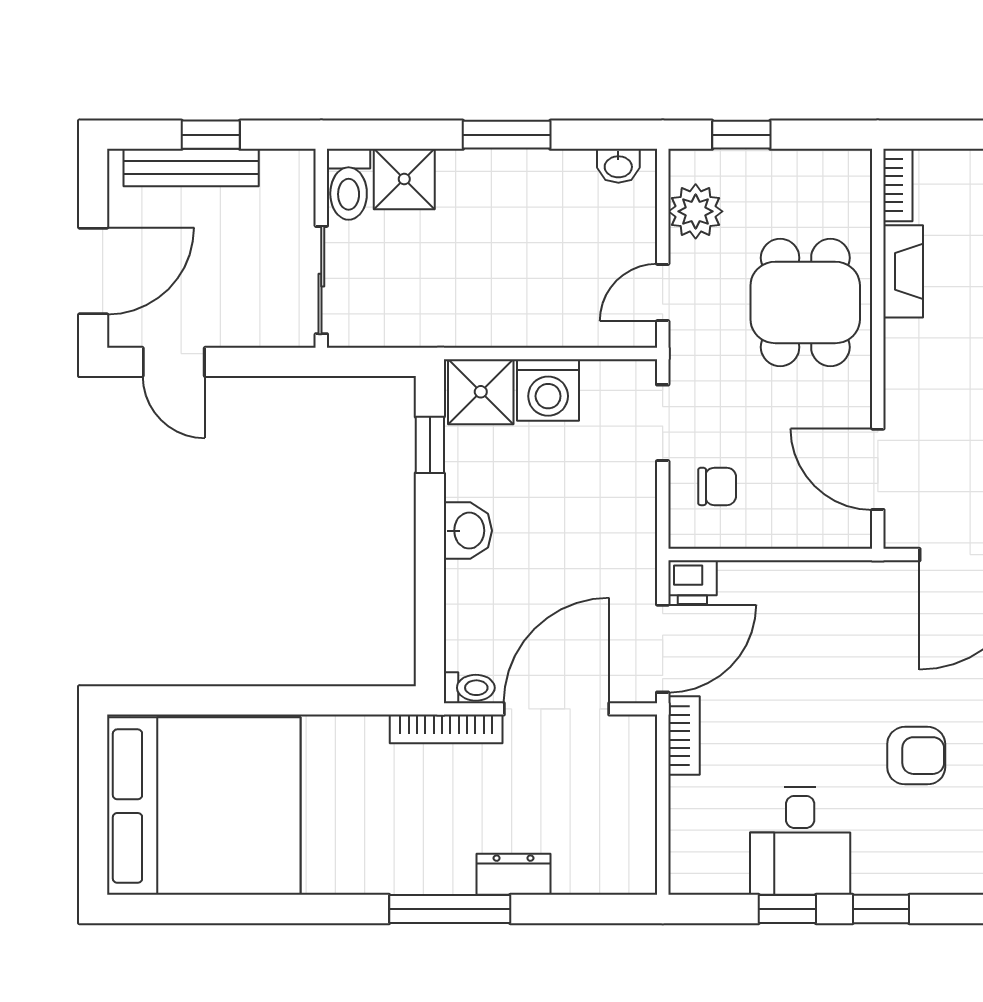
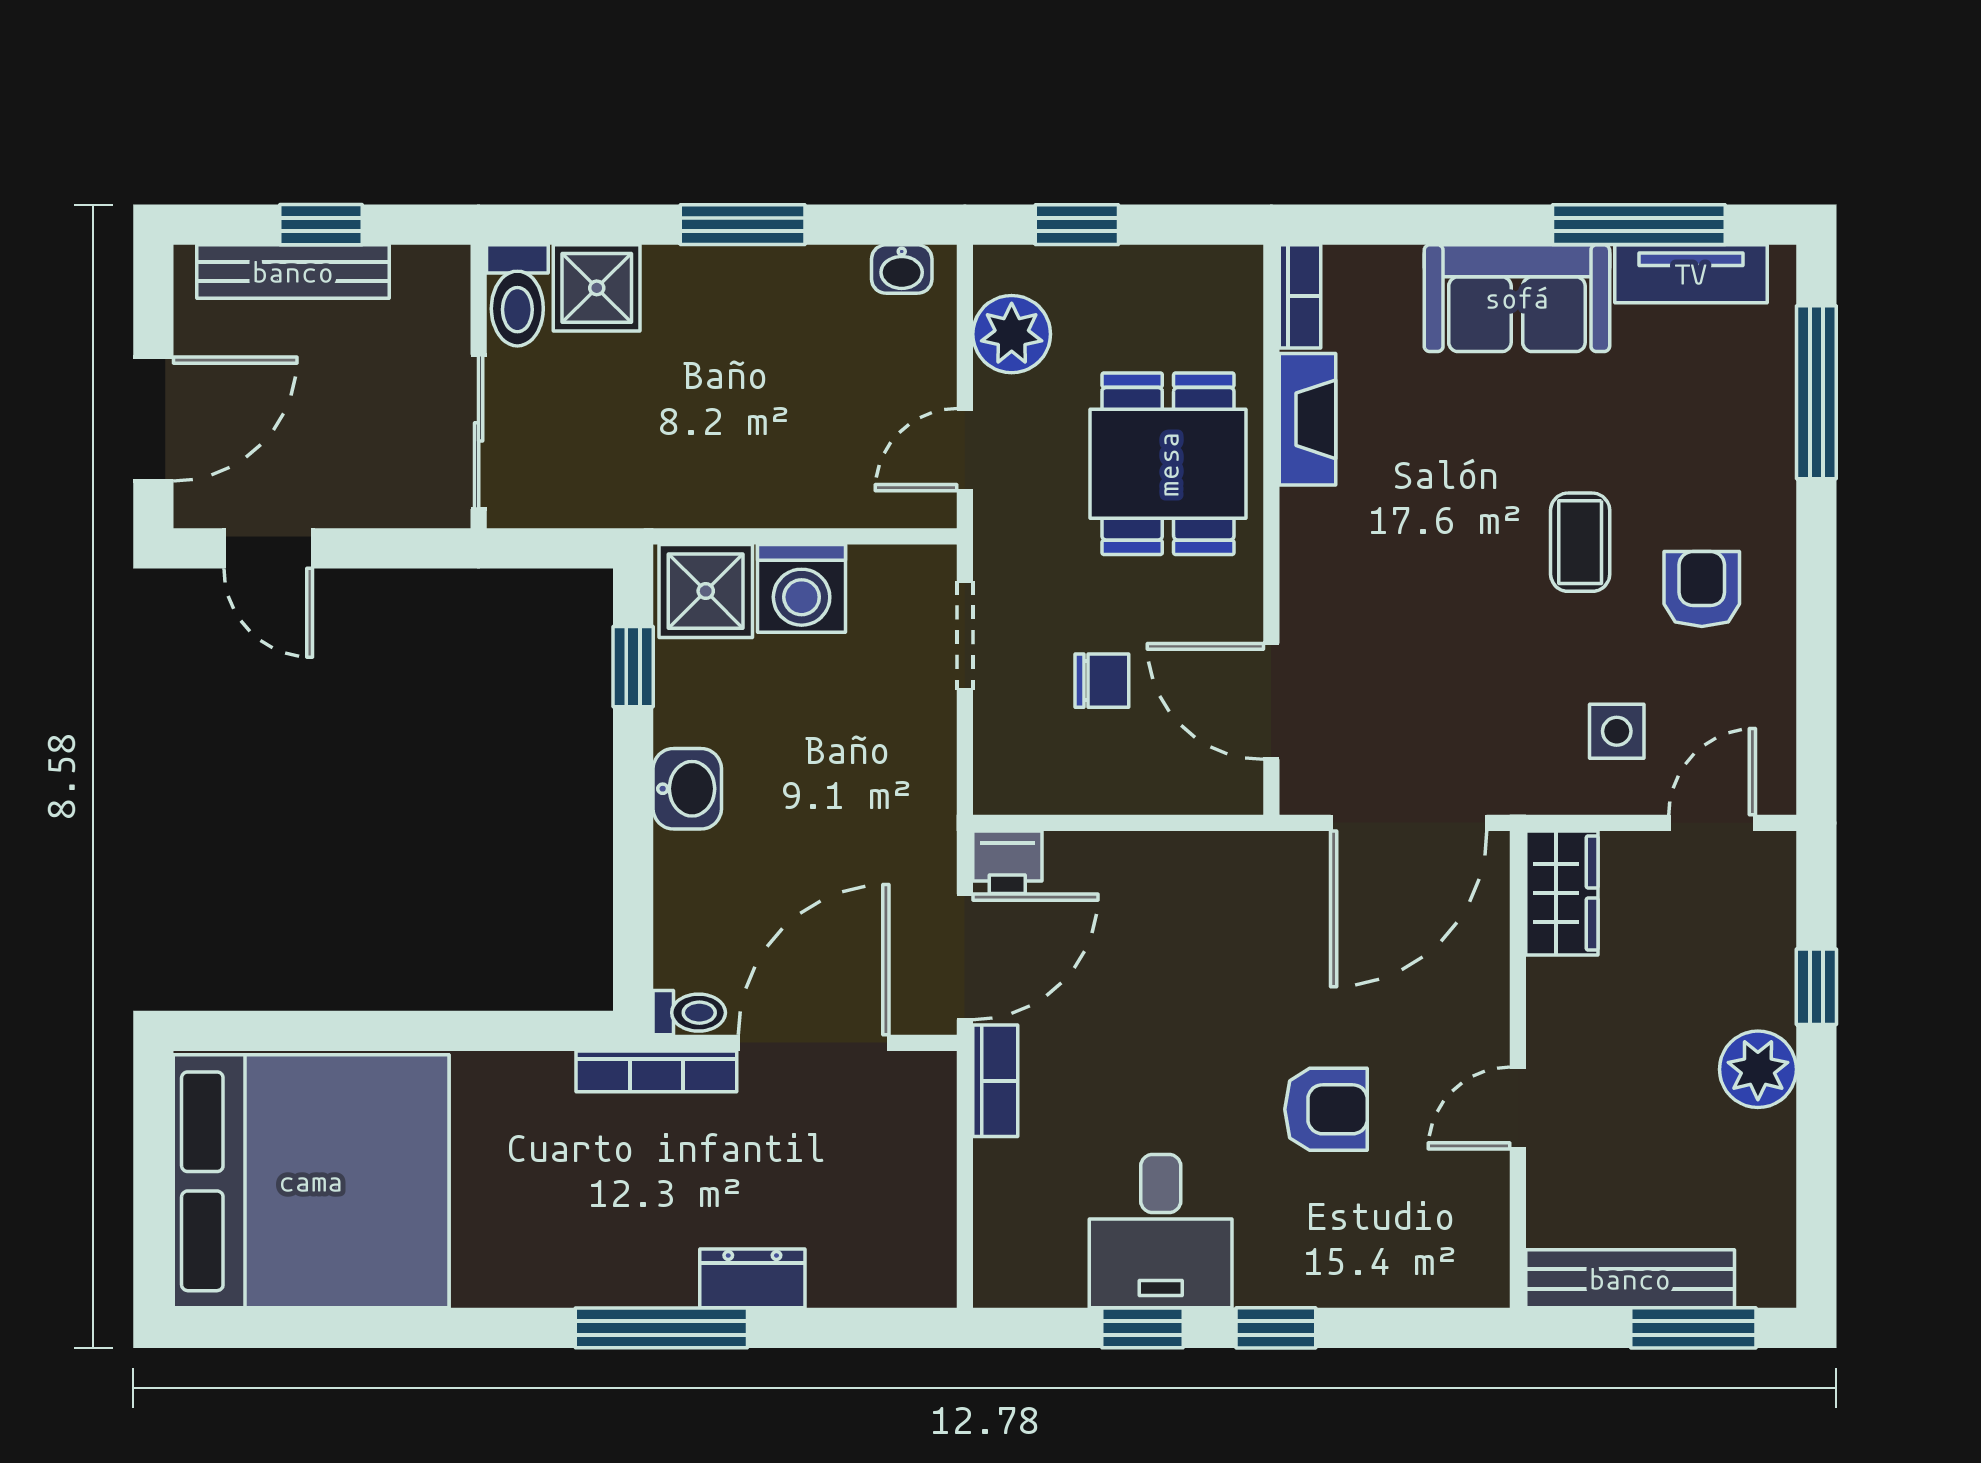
chair: (717, 486) -> (1102, 681), moved

